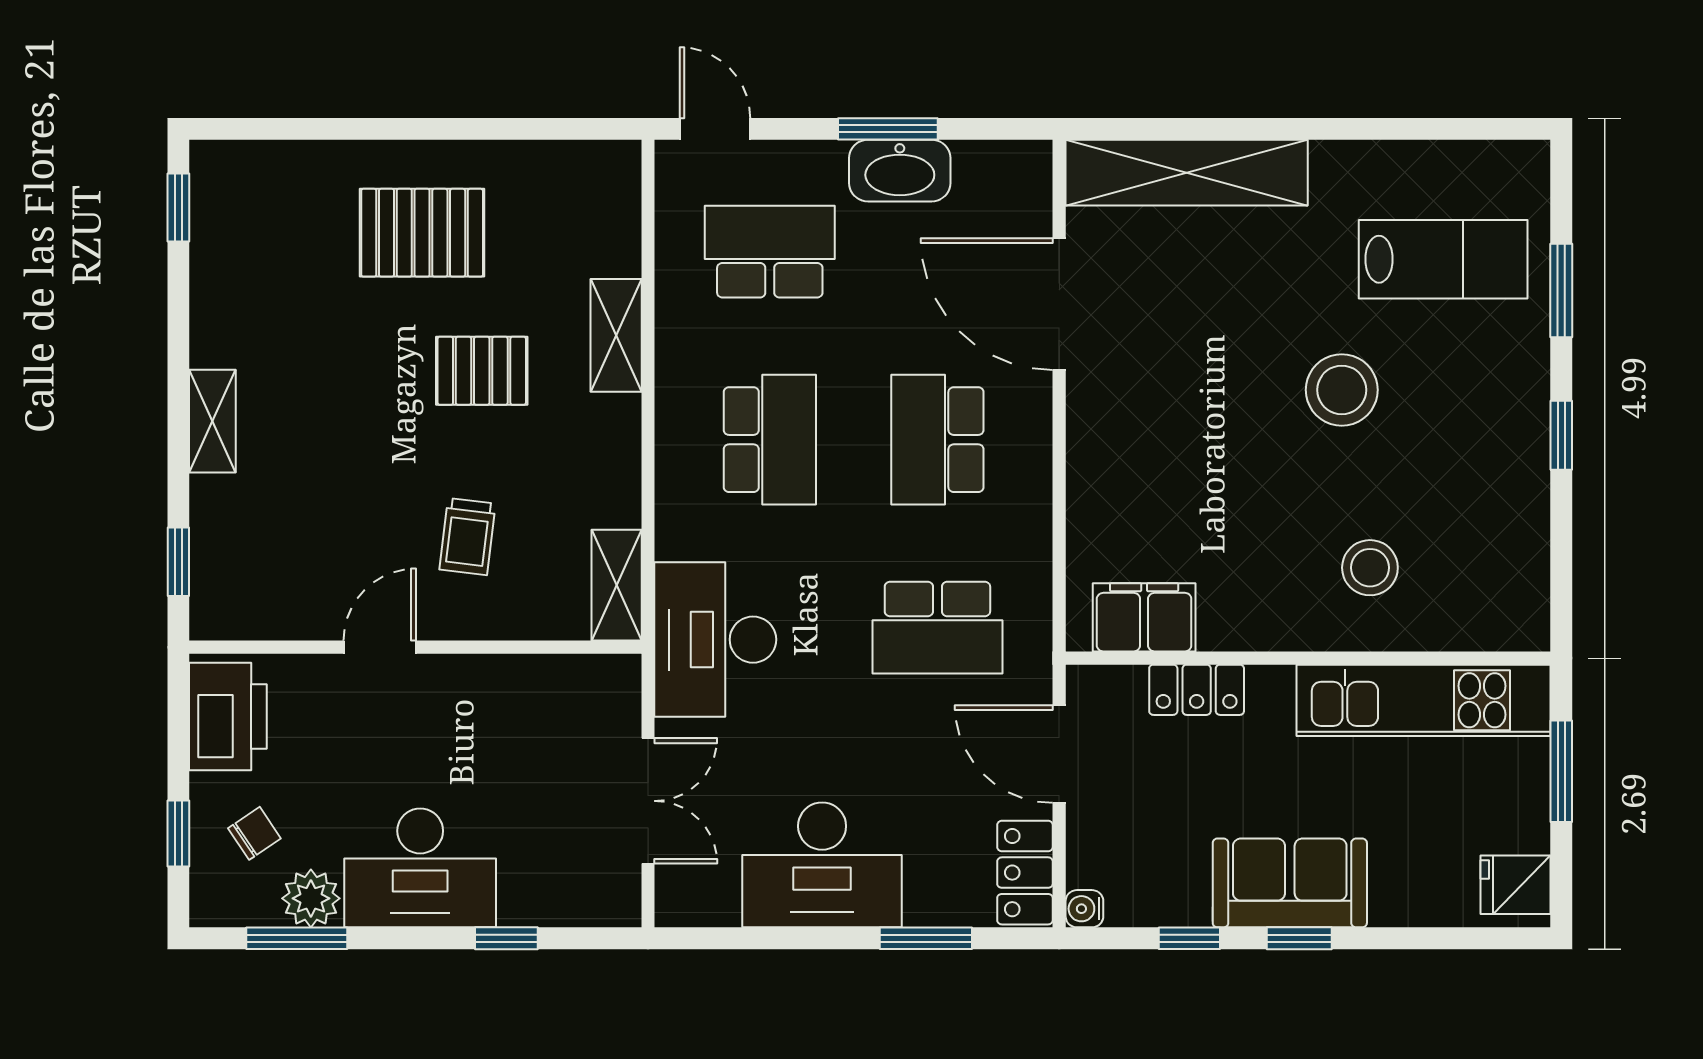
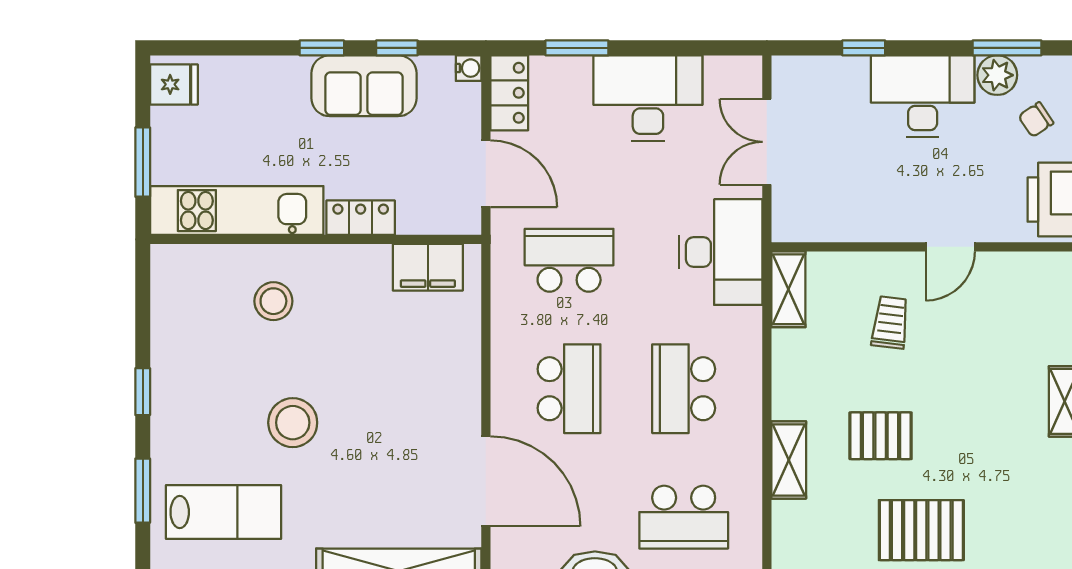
lab bench: (1443, 259) -> (224, 512), turned 180
locker: (1197, 690) -> (361, 218), moved
sofa: (1290, 883) -> (364, 86), moved

